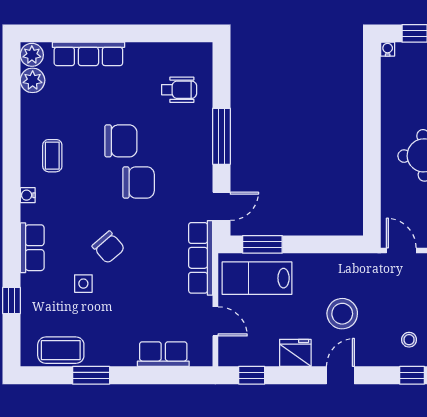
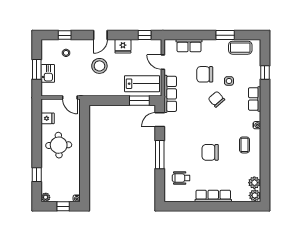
row of seats: (88, 54) -> (213, 196), moved
chair: (139, 182) -> (205, 74), moved

